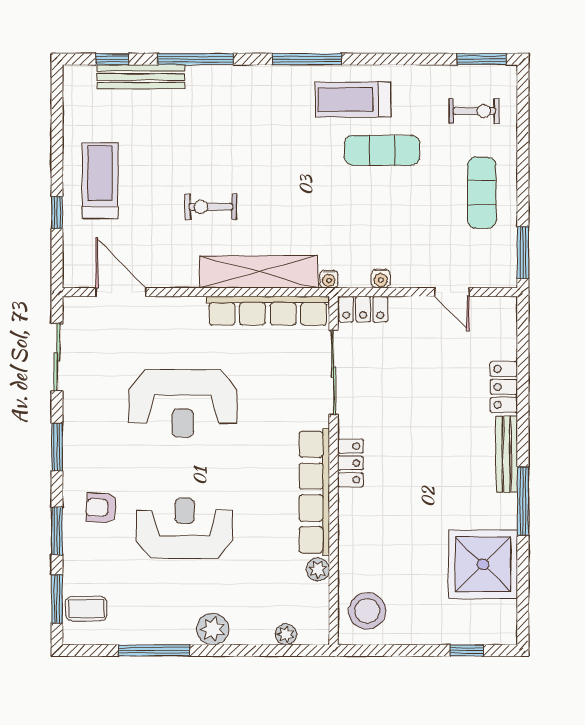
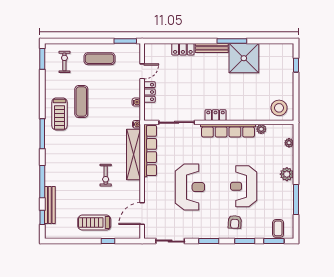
locker: (363, 309) -> (149, 92), moved
shower: (483, 564) -> (244, 58), moved

